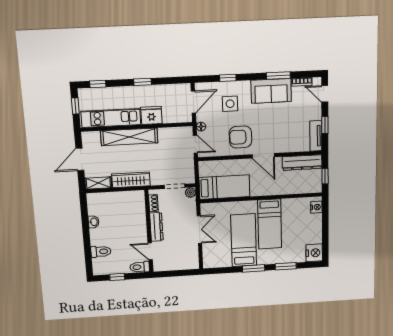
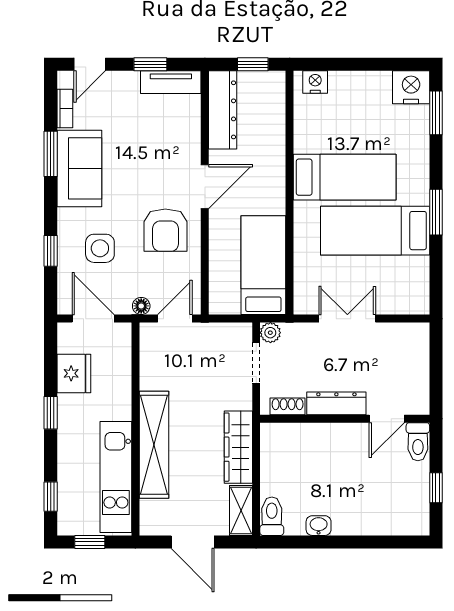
fridge: (151, 115) -> (74, 373), moved, turned 180
toilet: (101, 252) -> (272, 516), moved
window: (286, 266) -> (436, 113), moved

